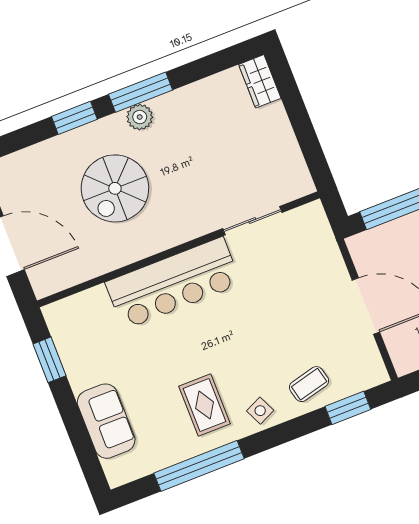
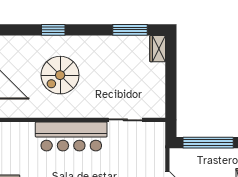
window: (141, 92) -> (130, 30), moved
plant: (140, 117) -> (88, 43), removed

